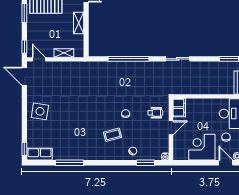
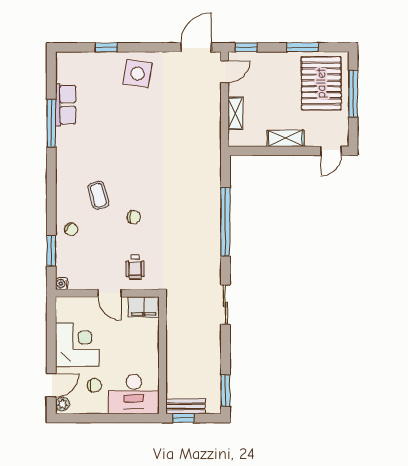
window: (24, 149) -> (106, 47), moved
row of seats: (40, 154) -> (66, 105), moved

